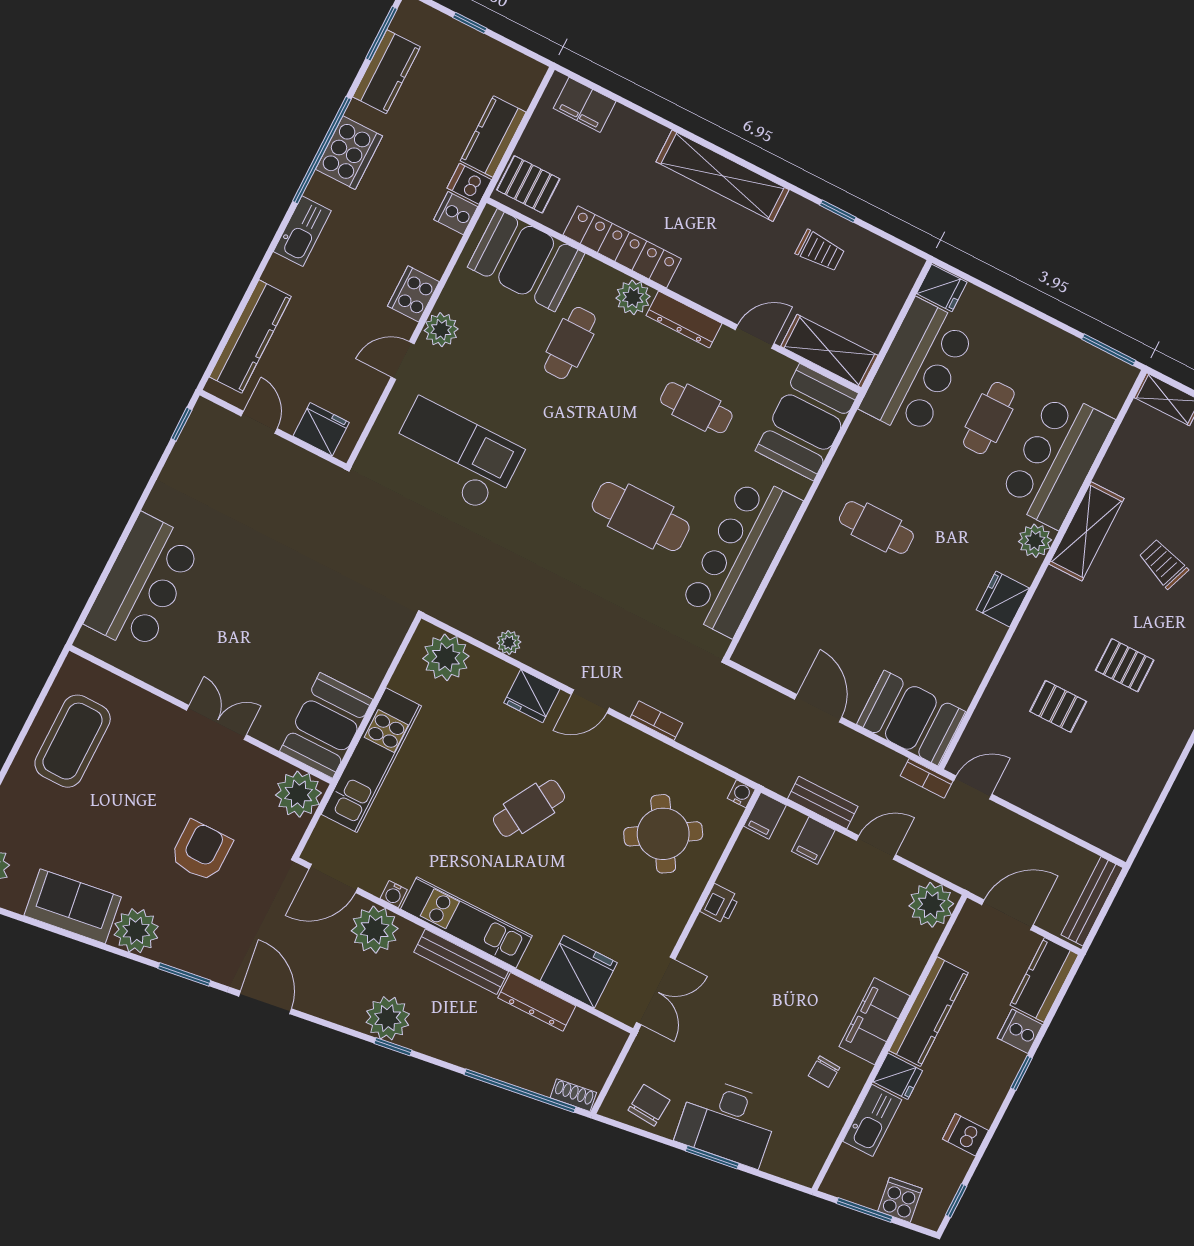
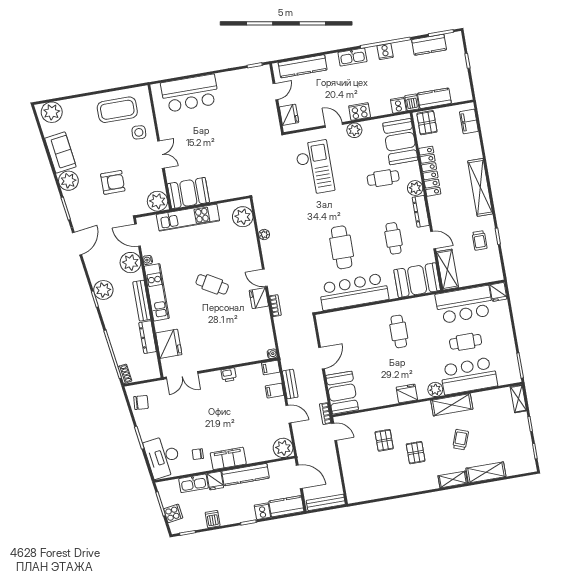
cooker: (349, 153) -> (385, 52), width x0.53, depth x0.76
fridge: (532, 696) -> (259, 298), moved
side table: (145, 733) -> (139, 132), added
round table: (663, 834) -> (238, 337), removed
desk: (727, 1122) -> (163, 457), moved

